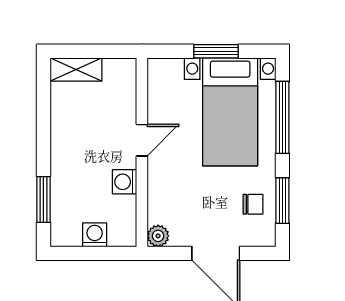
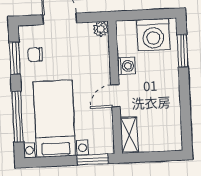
window: (216, 51) -> (93, 160), moved
shelving: (76, 69) -> (129, 135), moved, turned 90
washing machine: (95, 235) -> (153, 35), width x1.89, depth x1.89

